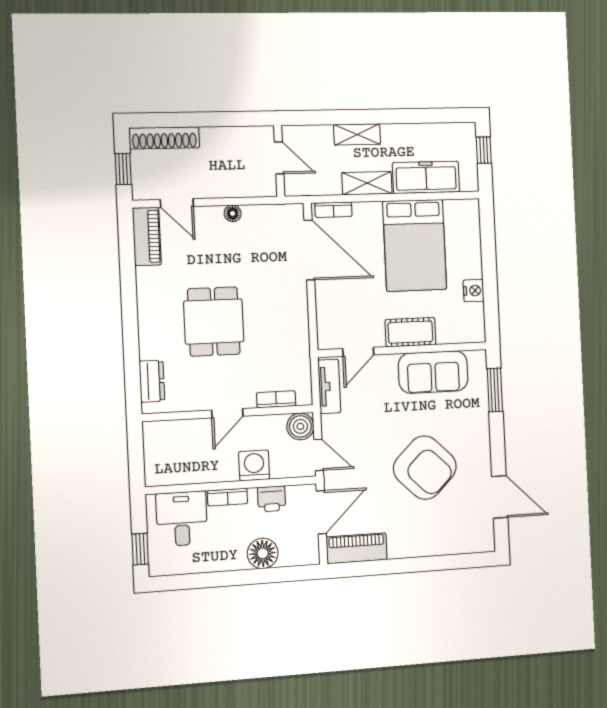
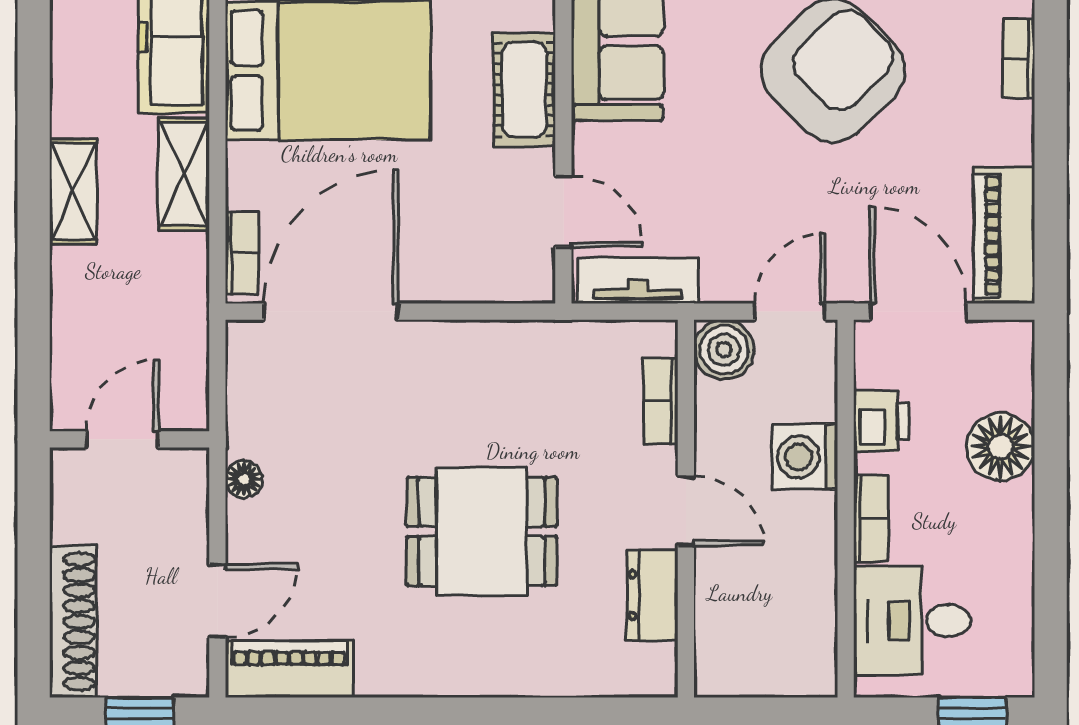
door: (279, 158) -> (123, 439), moved
wall: (279, 161) -> (129, 439), moved
dresser: (152, 381) -> (652, 595), moved, turned -90
bookcase: (434, 549) -> (1019, 58), added

